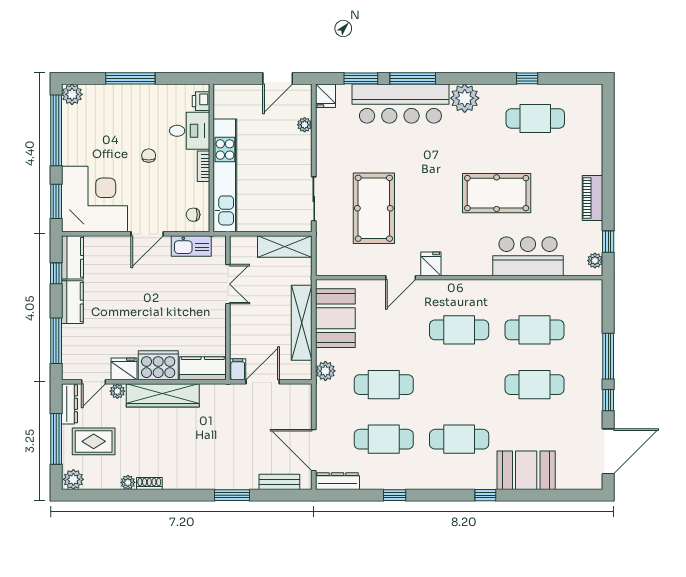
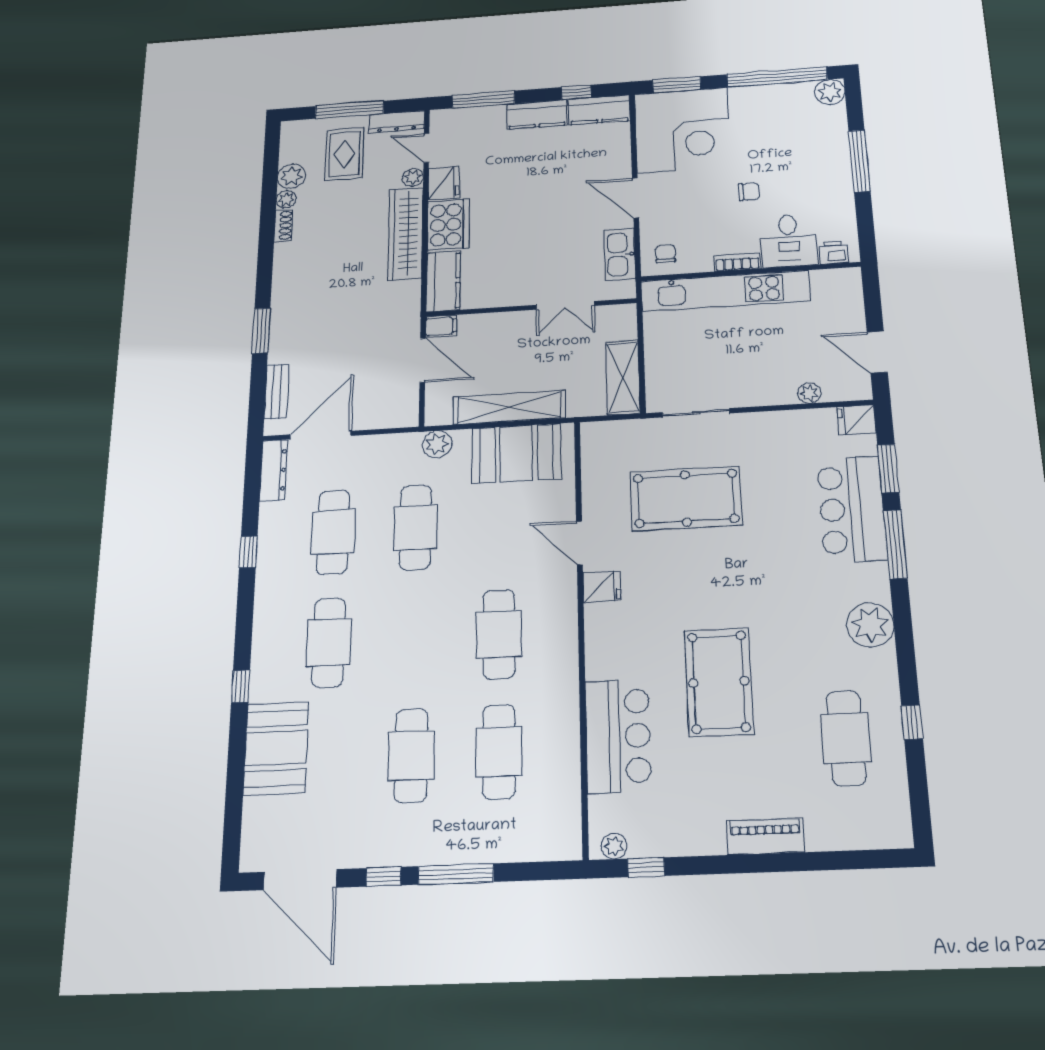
bar counter: (400, 104) -> (852, 509), width x0.73
piano: (592, 198) -> (765, 836), moved
plant: (73, 479) -> (291, 176), moved

